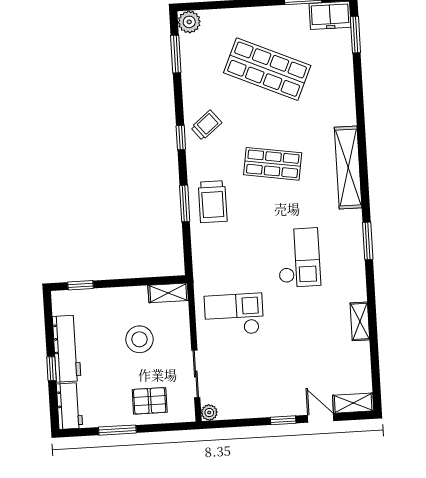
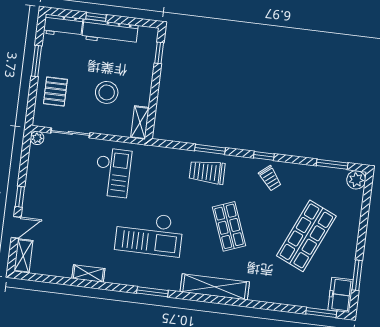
shop shelf: (273, 164) -> (229, 226), turned -30
checkout: (299, 258) -> (149, 233), width x1.36, depth x1.21

